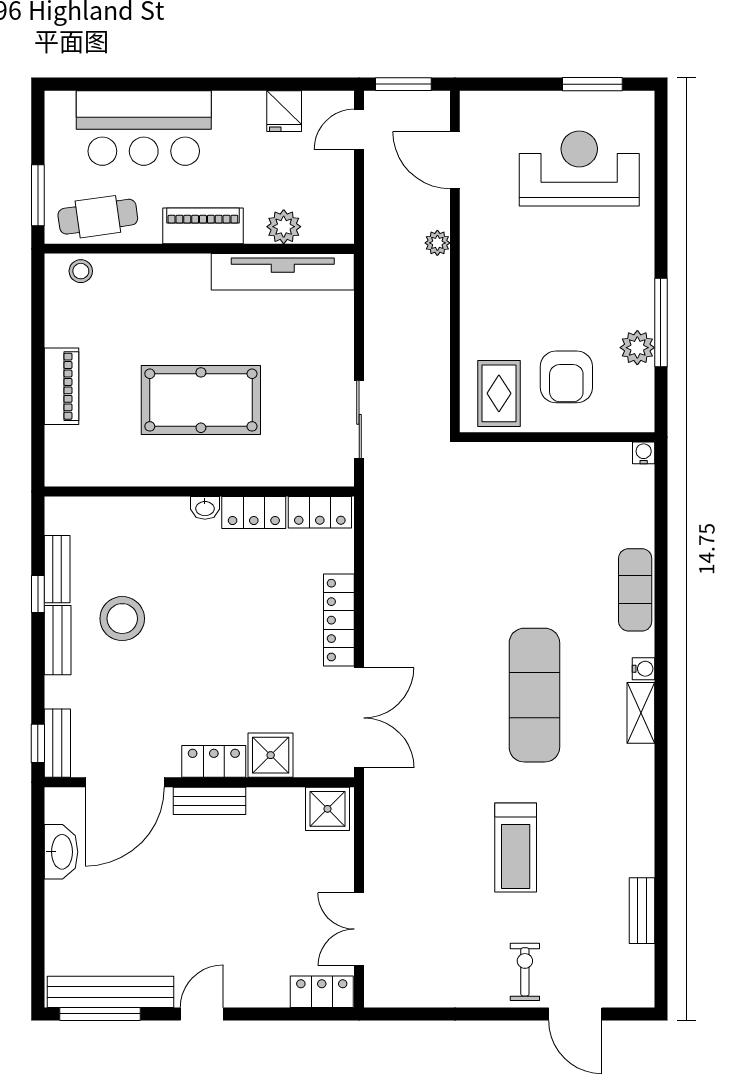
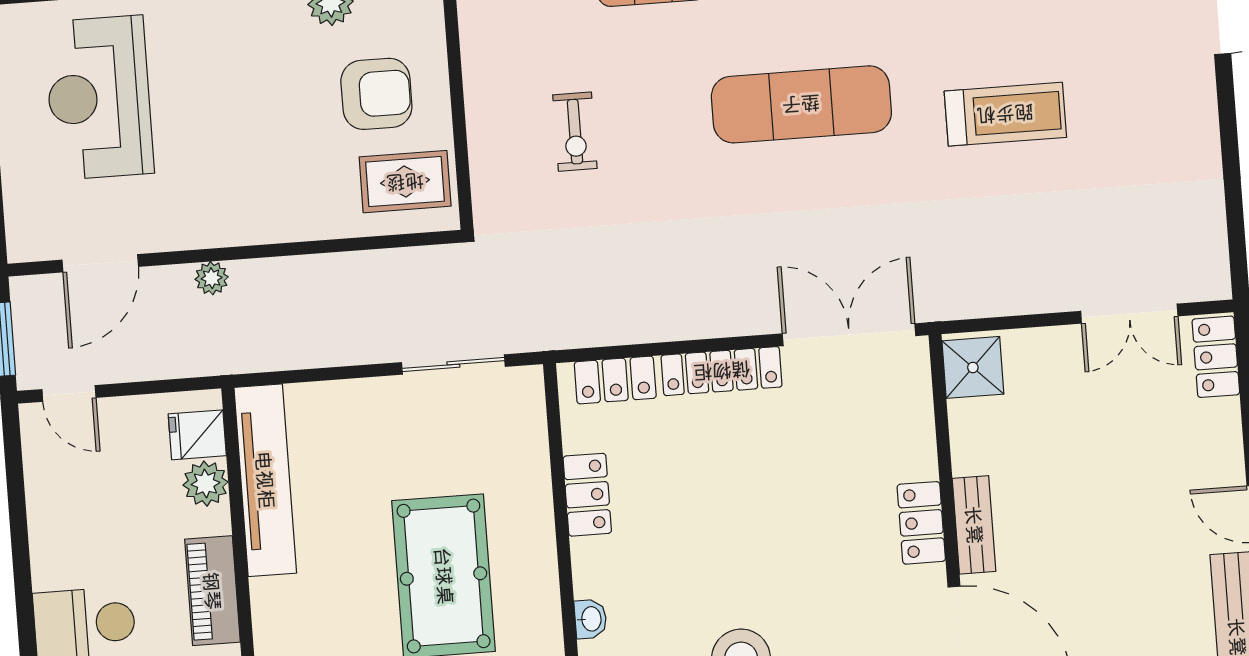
fridge: (284, 111) -> (197, 435), moved, turned 180
washbasin: (205, 508) -> (591, 619), moved
locker: (320, 512) -> (615, 380), moved, turned 90
shower: (271, 755) -> (907, 448), removed
exercise bike: (525, 972) -> (575, 132), moved, turned -90

